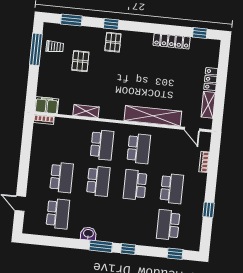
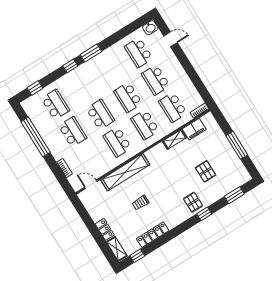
trolley: (55, 47) -> (141, 203), moved
window: (36, 49) -> (237, 145), moved
filing cabinet: (47, 105) -> (194, 129), moved
shelving: (208, 105) -> (117, 249), moved
school desk: (65, 141) -> (173, 107), added
school desk: (172, 189) -> (73, 132), turned 180
window: (208, 210) -> (36, 137), width x3.17
washbasin: (88, 234) -> (150, 28), moved

